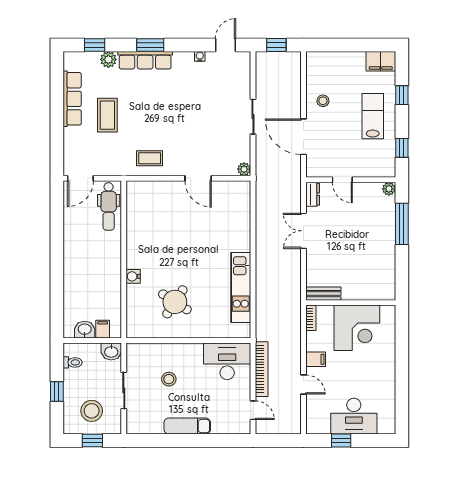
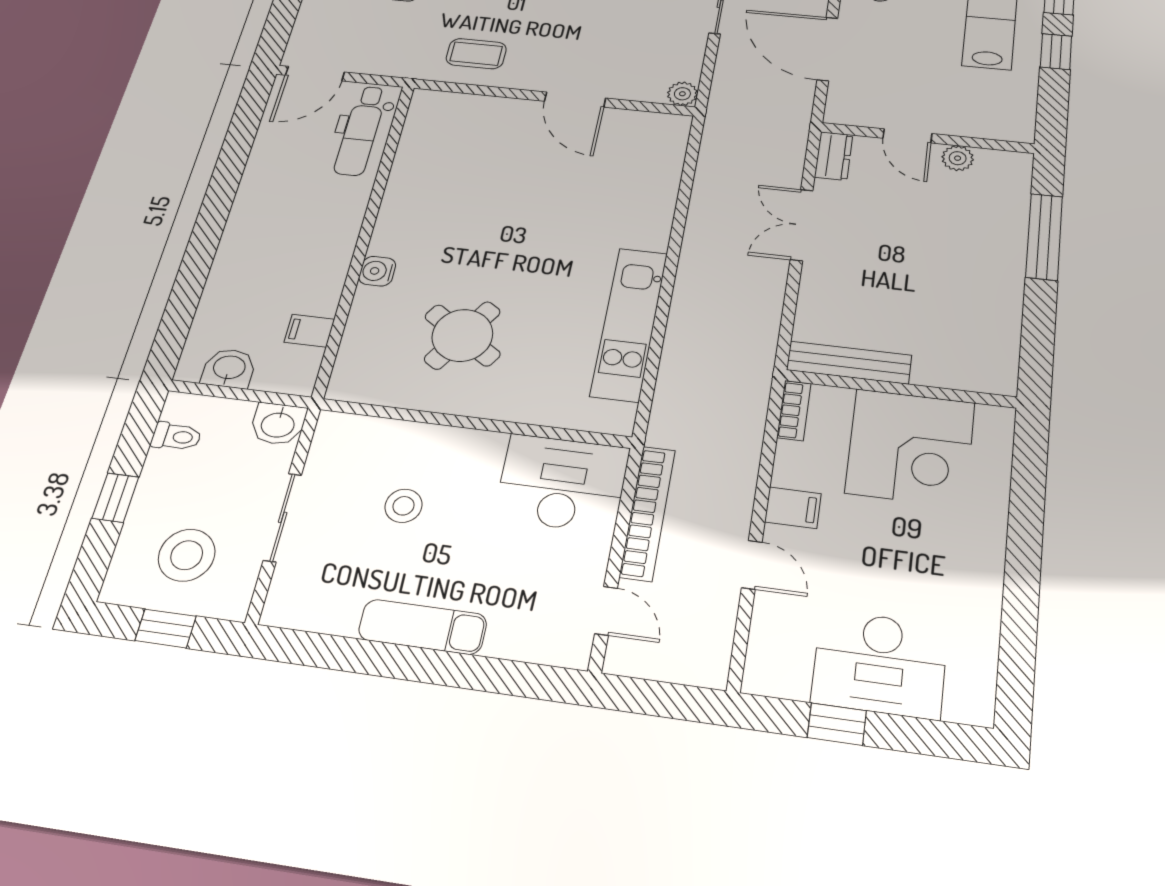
window: (402, 148) -> (1056, 52), moved
plant: (389, 189) -> (958, 158), moved
bench: (323, 294) -> (849, 363), width x1.36
filing cabinet: (103, 329) -> (309, 331), moved, turned -90

